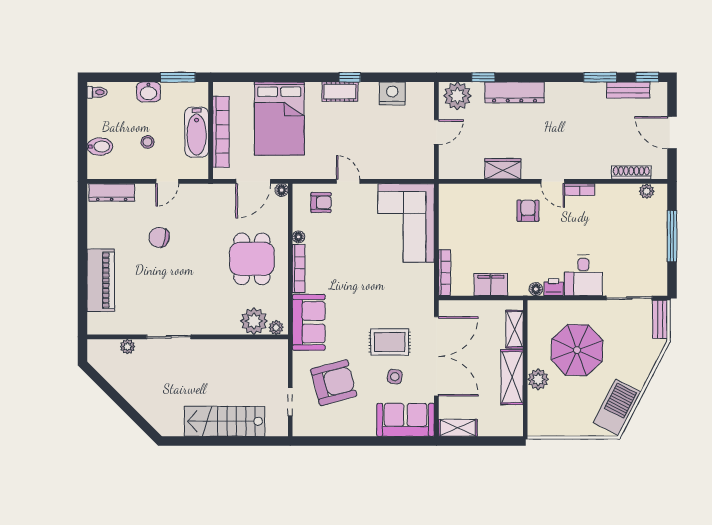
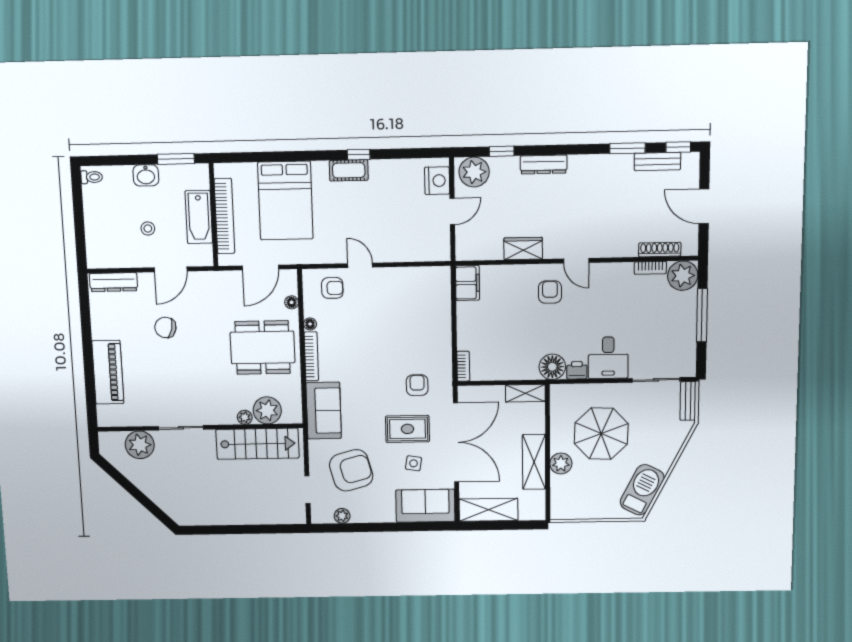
dresser: (514, 92) -> (544, 164), width x0.73, depth x0.80
nightstand: (392, 93) -> (437, 181), moved, turned 90
bidet: (100, 147) -> (98, 234), removed
door: (167, 181) -> (171, 269), width x1.38
floor lamp: (282, 190) -> (292, 302), moved
bookcase: (580, 190) -> (650, 268), moved
plant: (647, 191) -> (683, 276), width x1.87, depth x1.87
corner sofa: (406, 223) -> (422, 307), removed
dining table: (252, 259) -> (263, 347), width x1.38
bookcase: (445, 273) -> (463, 366), width x0.64
filing cabinet: (491, 285) -> (468, 283), moved, turned 90
floor lamp: (536, 289) -> (552, 367), width x1.89, depth x1.89
armchair: (400, 299) -> (417, 385), added
plant: (276, 327) -> (245, 417), moved
shelving: (514, 329) -> (525, 393), moved, turned 90
plant: (127, 347) -> (140, 445), width x1.88, depth x1.88
stairs: (224, 421) -> (258, 444), moved, turned 180
shelving: (458, 428) -> (489, 510), width x1.50, depth x1.33
plant: (323, 429) -> (342, 516), added

